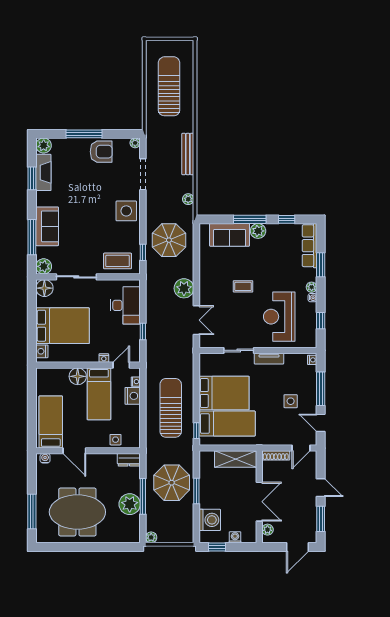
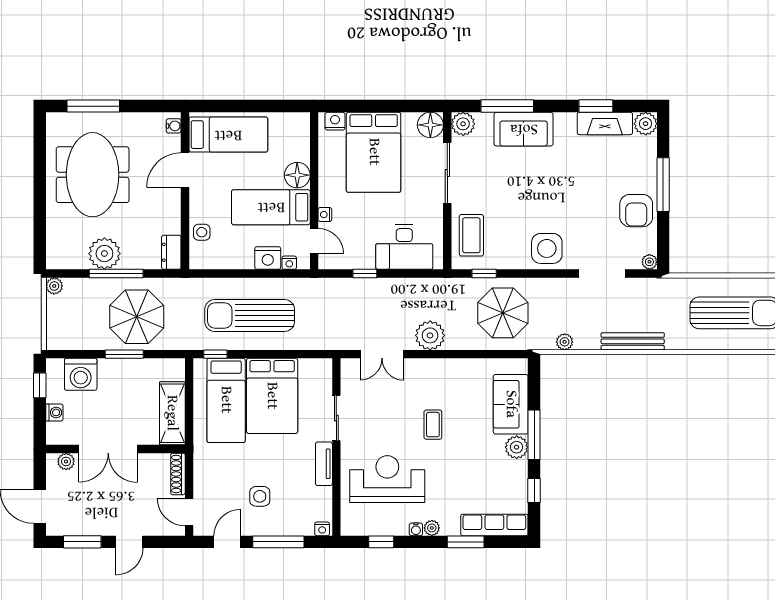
sun lounger: (171, 408) -> (250, 315), turned 180

